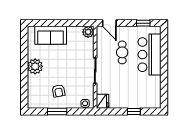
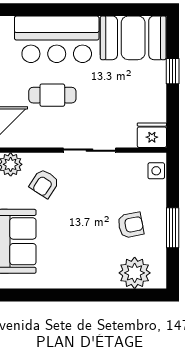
armchair: (79, 48) -> (44, 184), added
plant: (35, 66) -> (135, 273), moved
booth: (150, 92) -> (133, 38), added

